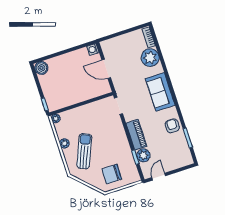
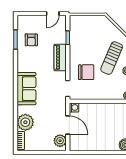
washing machine: (93, 49) -> (74, 107), moved
armchair: (172, 126) -> (31, 40), moved
plant: (143, 155) -> (60, 141), moved
chair: (112, 174) -> (86, 72), moved

